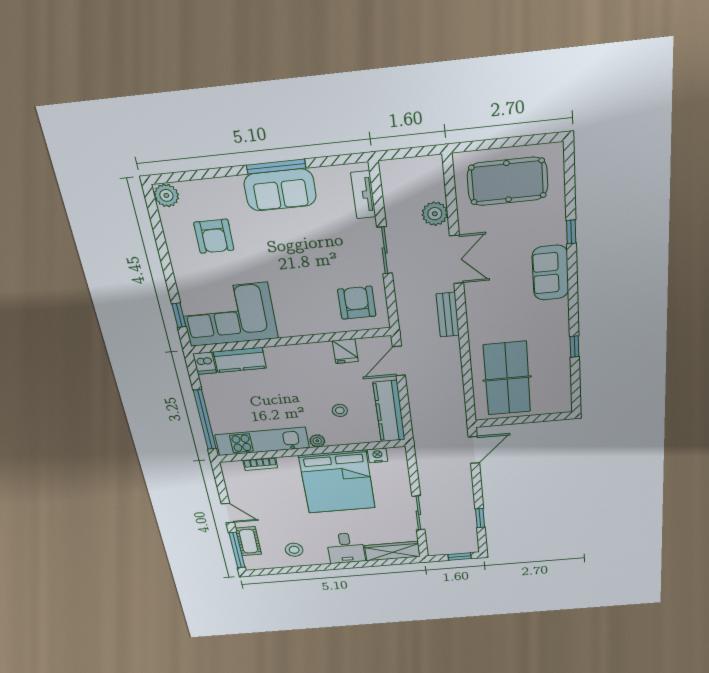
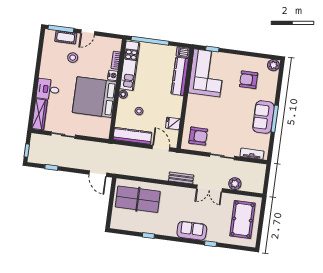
kitchen counter: (240, 360) -> (180, 76), width x1.50
nightstand: (378, 455) -> (113, 75), moved
stool: (294, 550) -> (73, 58), moved

